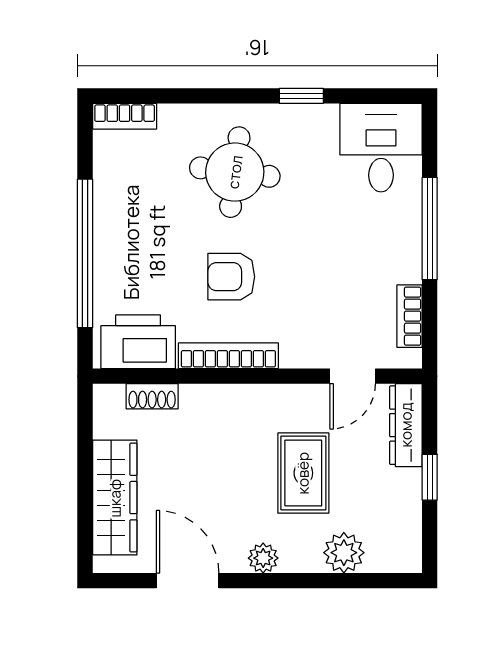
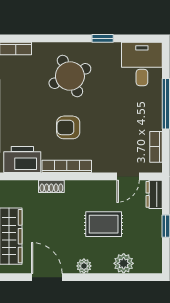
round table: (235, 172) -> (70, 76), turned -32
shoe rack: (152, 396) -> (51, 186), moved
dresser: (406, 425) -> (154, 194), width x0.70
rug: (303, 473) -> (104, 224), turned 90

